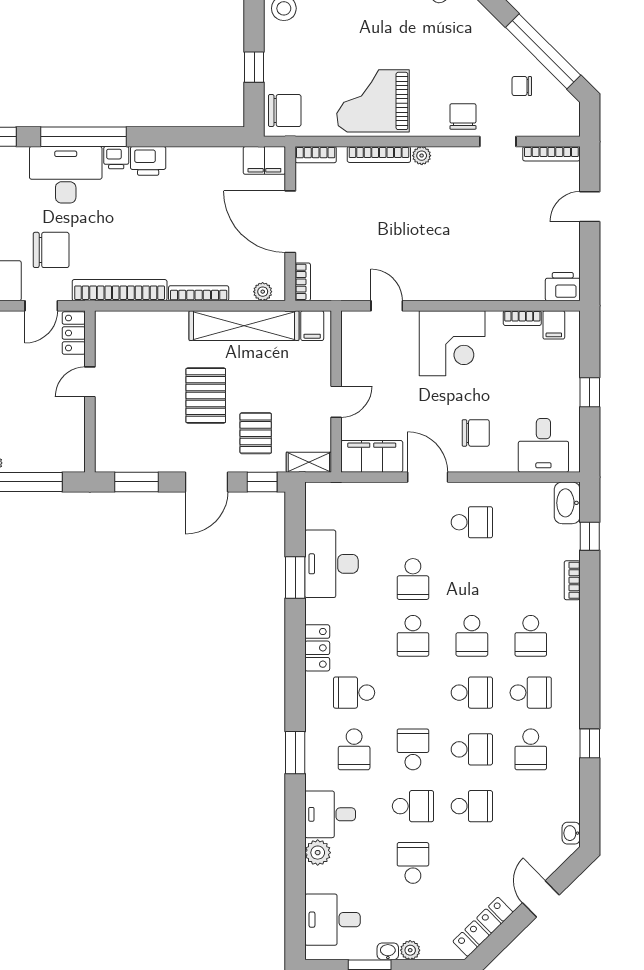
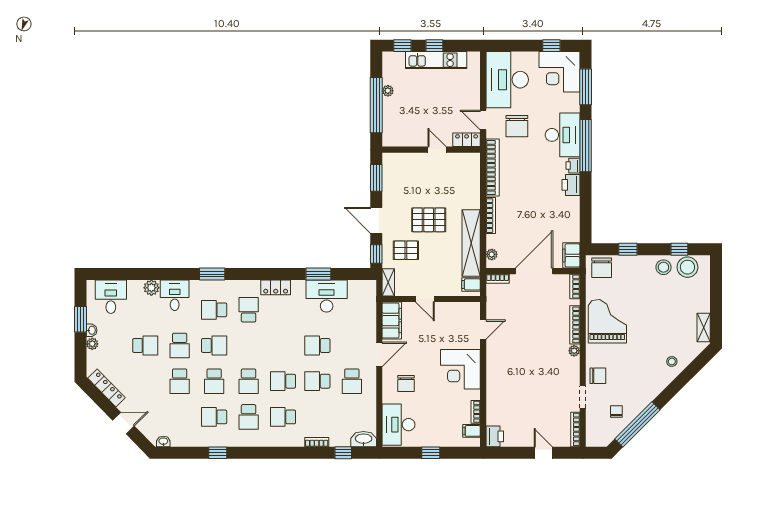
desk: (543, 445) -> (398, 425), width x1.37
school desk: (413, 636) -> (317, 381), moved

